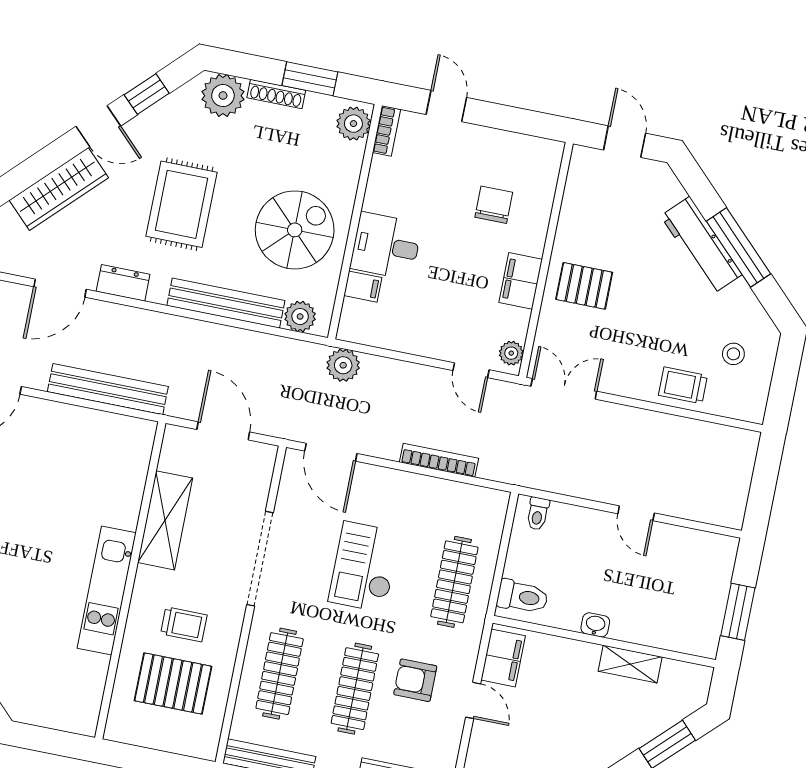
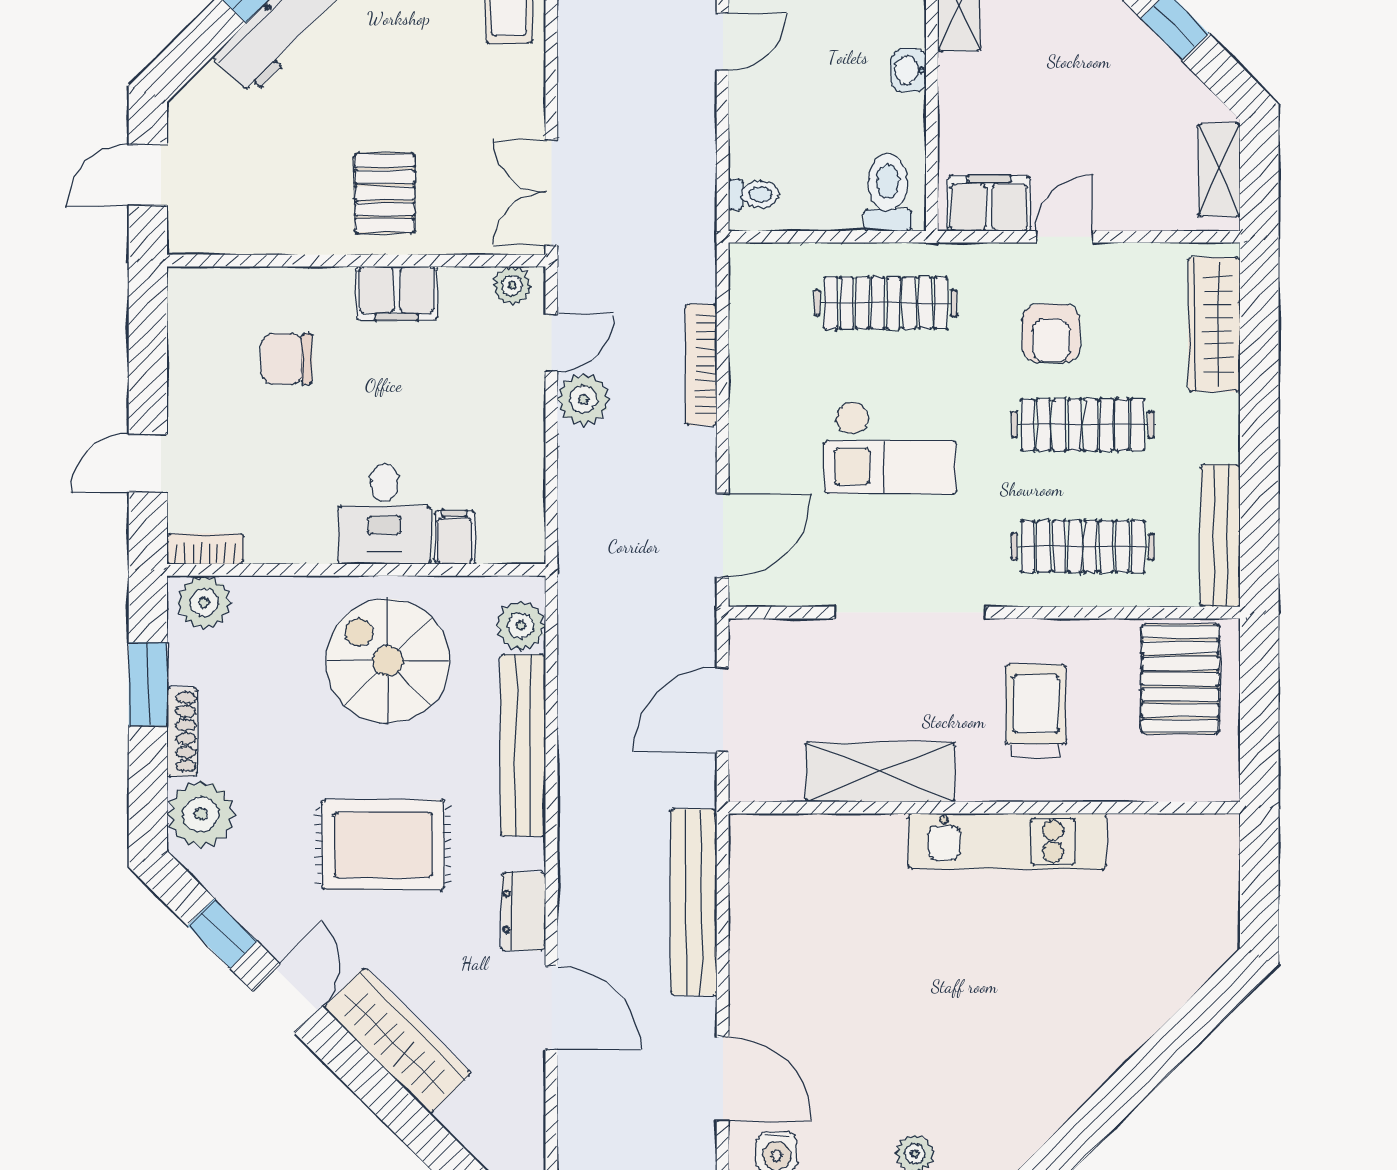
plant: (343, 365) -> (583, 399), moved
trolley: (184, 624) -> (1036, 711), width x1.36, depth x1.39
pallet: (173, 683) -> (1180, 679), moved

